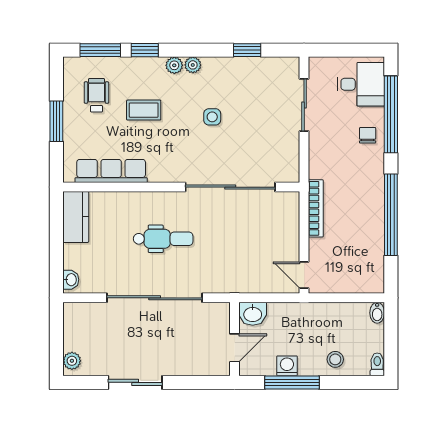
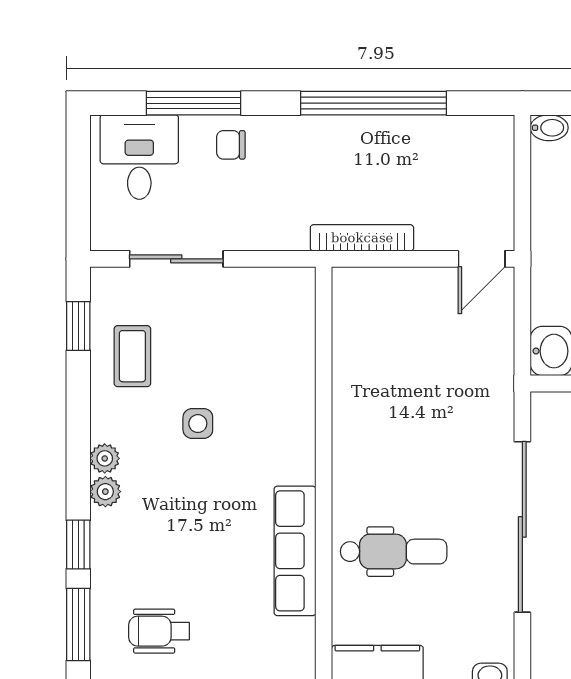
window: (247, 50) -> (78, 326), moved
coffee table: (144, 110) -> (132, 356), moved
window: (391, 114) -> (193, 103), width x0.68
row of seats: (111, 171) -> (295, 551), moved
sliding door: (230, 187) -> (324, 391), removed
dental chair: (163, 239) -> (394, 552), moved, turned 90

